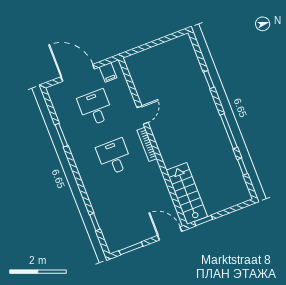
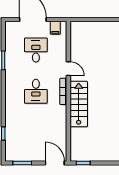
door: (143, 115) -> (68, 69), hinge flipped
desk: (114, 157) -> (36, 91), turned 180
stairs: (187, 193) -> (79, 104), moved

